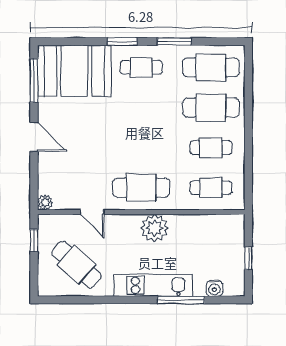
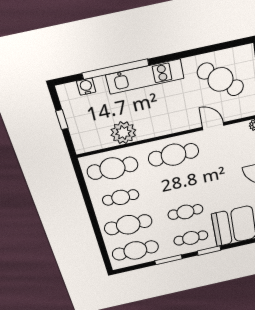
cafe table: (141, 107) -> (185, 212), added
cafe table: (211, 188) -> (112, 168), width x1.37, depth x1.35
plant: (154, 228) -> (123, 133), moved
window: (181, 300) -> (115, 69), width x1.46

